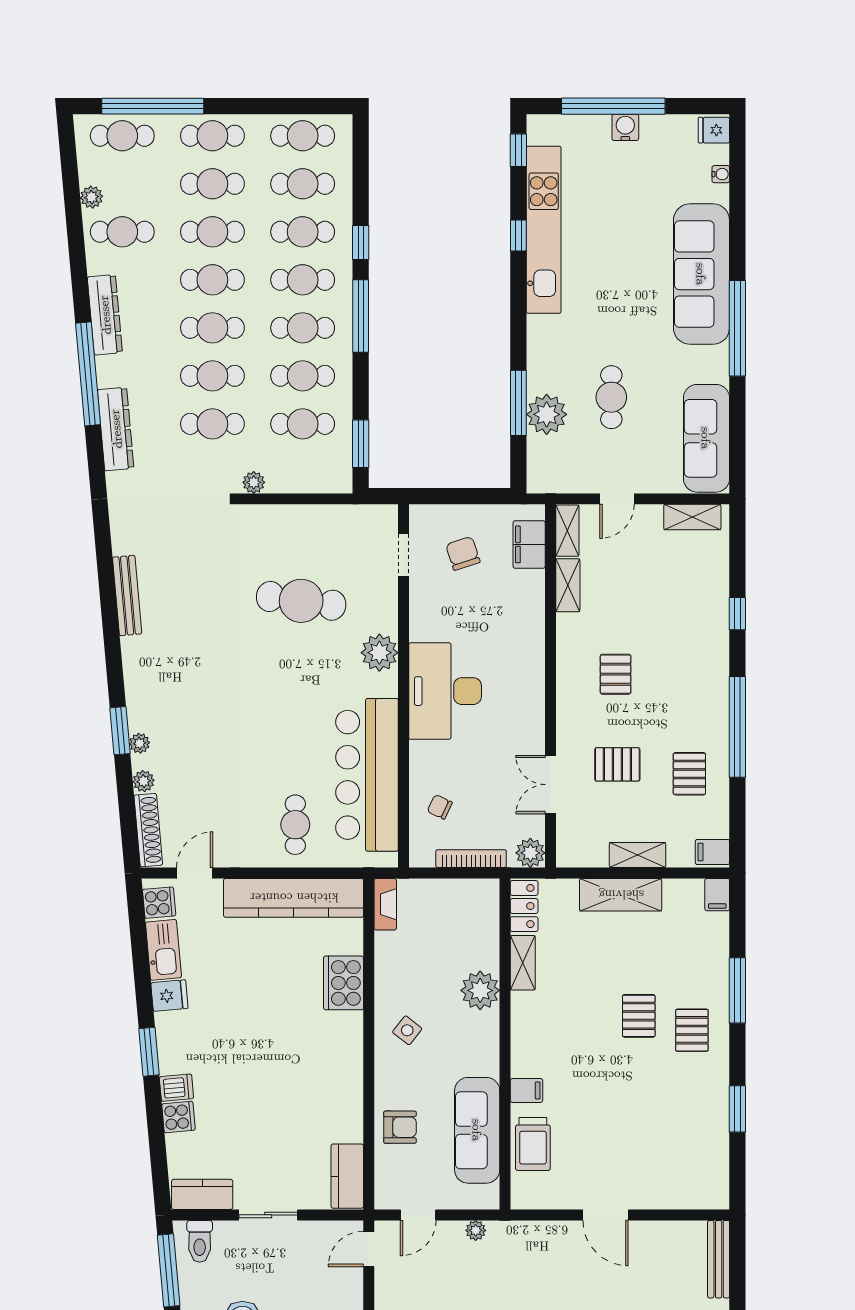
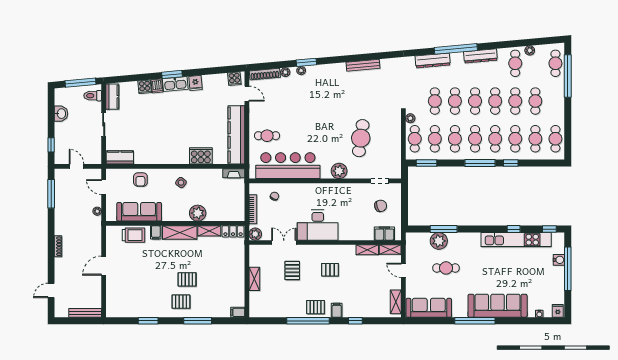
water cooler: (625, 127) -> (559, 260), moved
cafe table: (212, 136) -> (415, 139), moved
desk: (445, 691) -> (318, 225), moved, turned 180
pallet: (689, 774) -> (316, 307), moved
filing cabinet: (712, 852) -> (337, 310), moved
shelving: (621, 895) -> (180, 233), moved, turned 90
kitchen sink: (163, 950) -> (175, 84), moved
trolley: (533, 1144) -> (133, 235), turned 180
door: (369, 1249) -> (77, 166), moved

